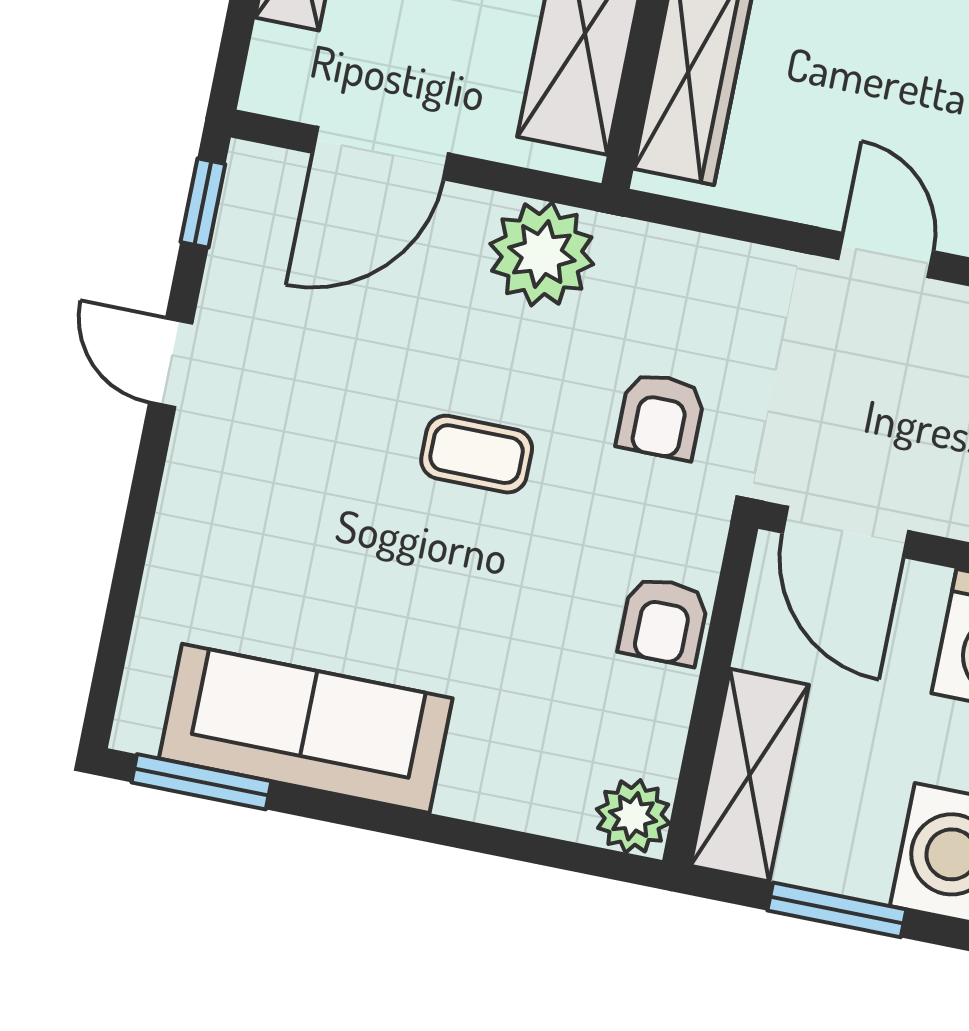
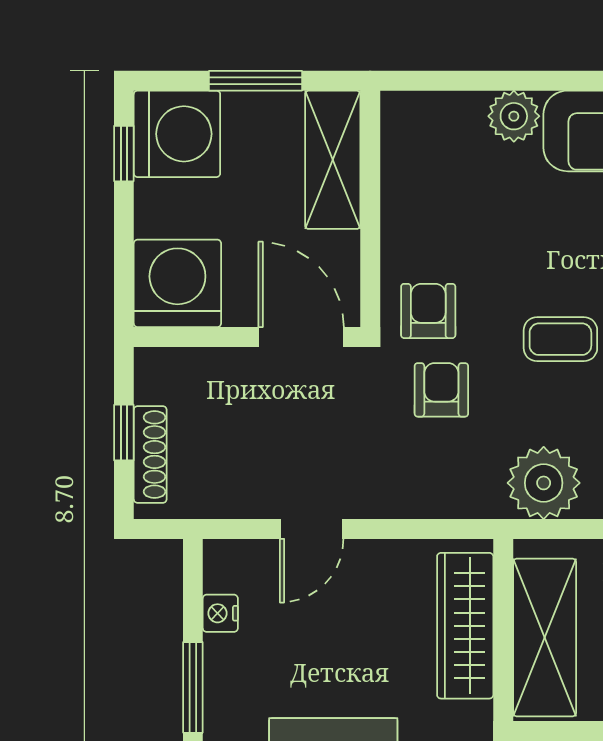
door: (886, 255) -> (312, 529), hinge flipped
armchair: (664, 621) -> (428, 311), moved
plant: (633, 816) -> (514, 116), moved

